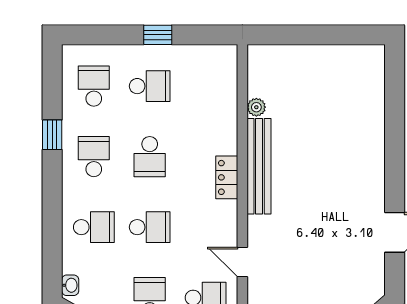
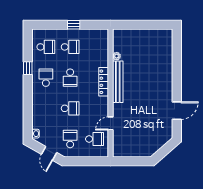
school desk: (94, 86) -> (46, 47), turned 90
locker: (227, 177) -> (104, 82), width x1.53
school desk: (94, 227) -> (46, 108), removed
door: (242, 262) -> (111, 123), hinge flipped

